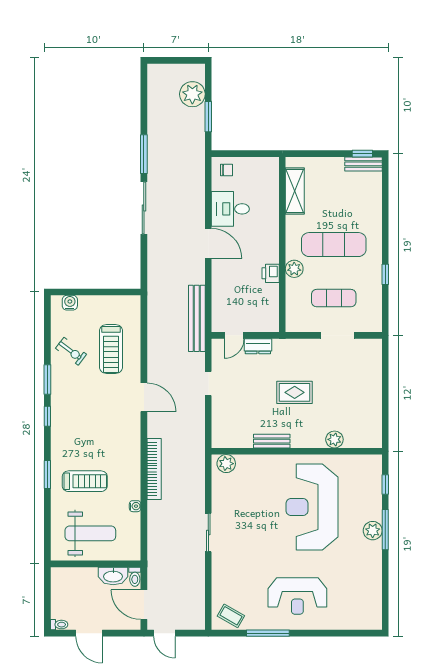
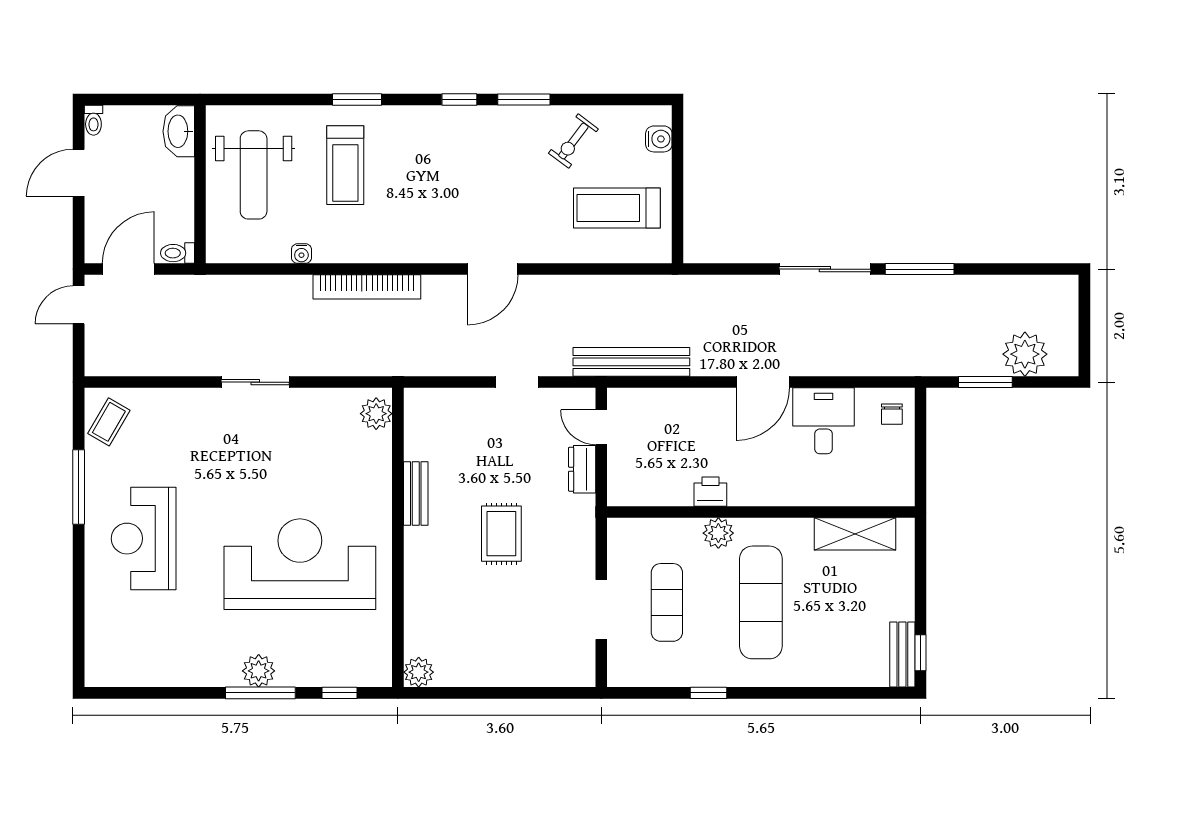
treadmill: (111, 349) -> (617, 208), moved
plant: (334, 439) -> (419, 672), moved
washbasin: (113, 576) -> (179, 131), moved

